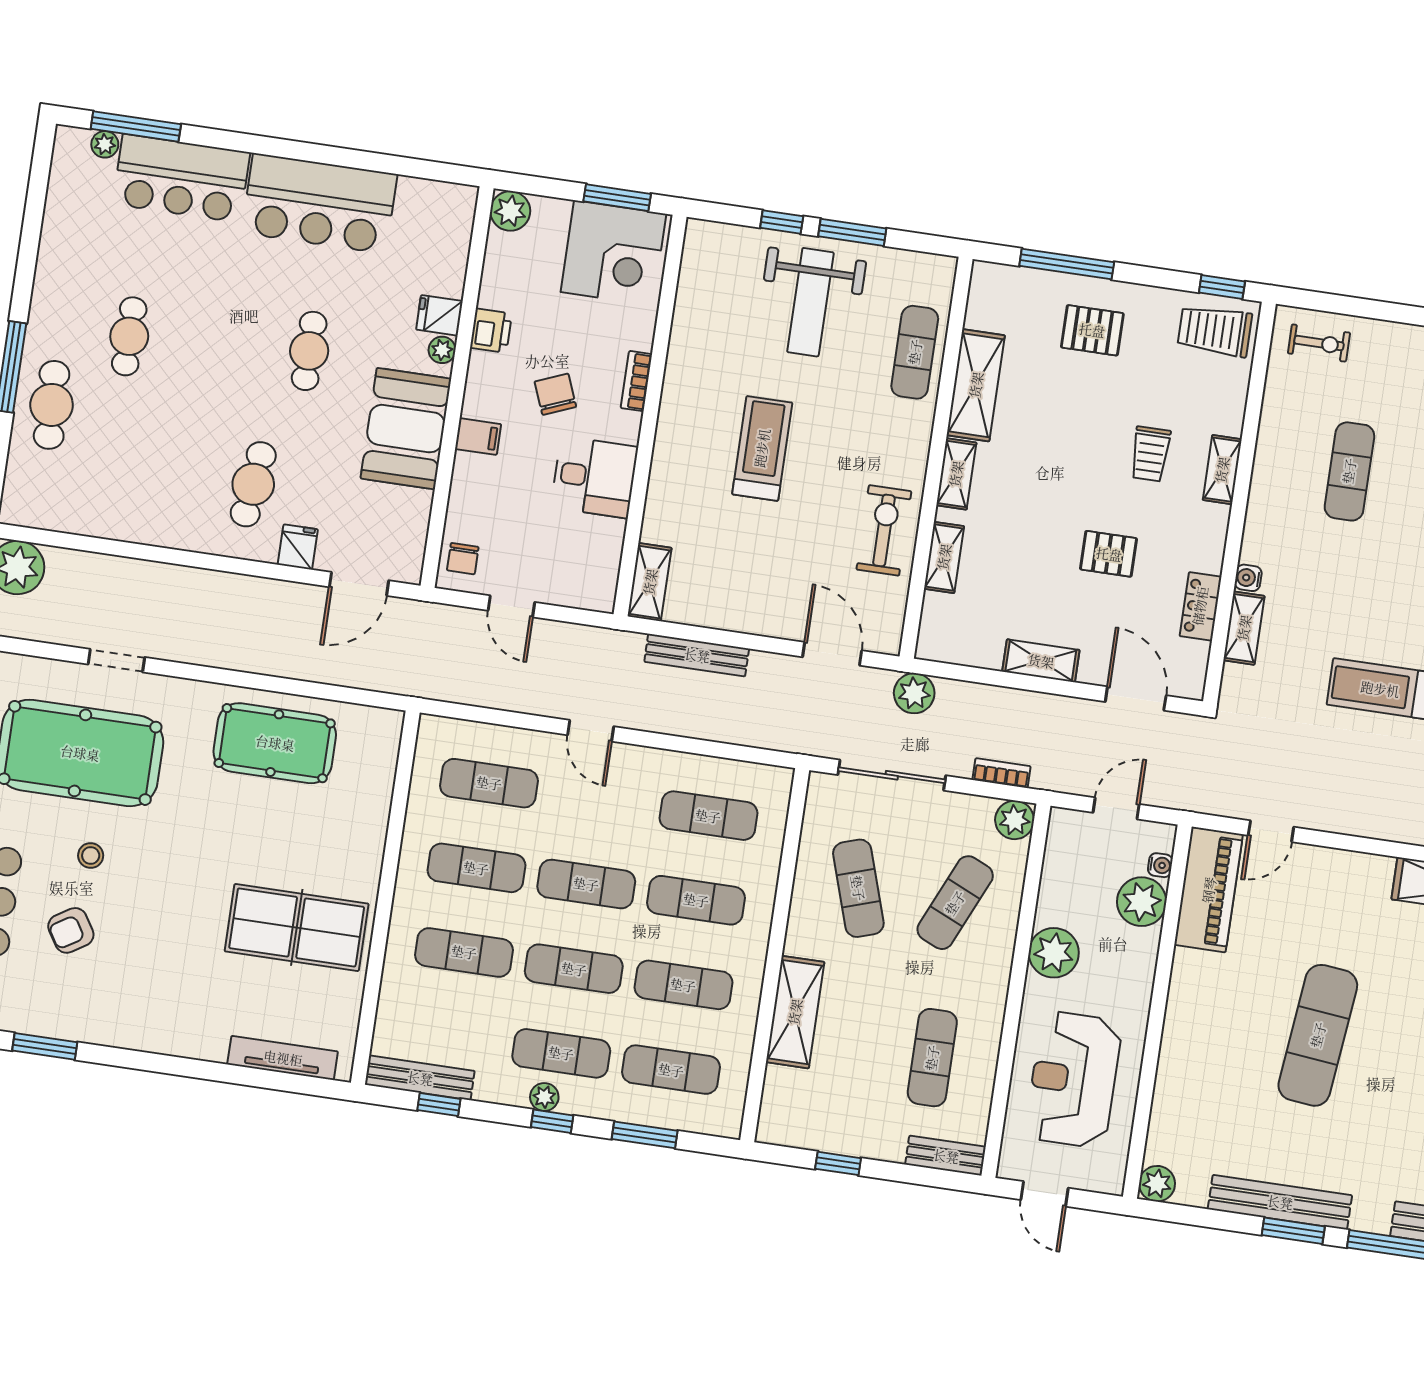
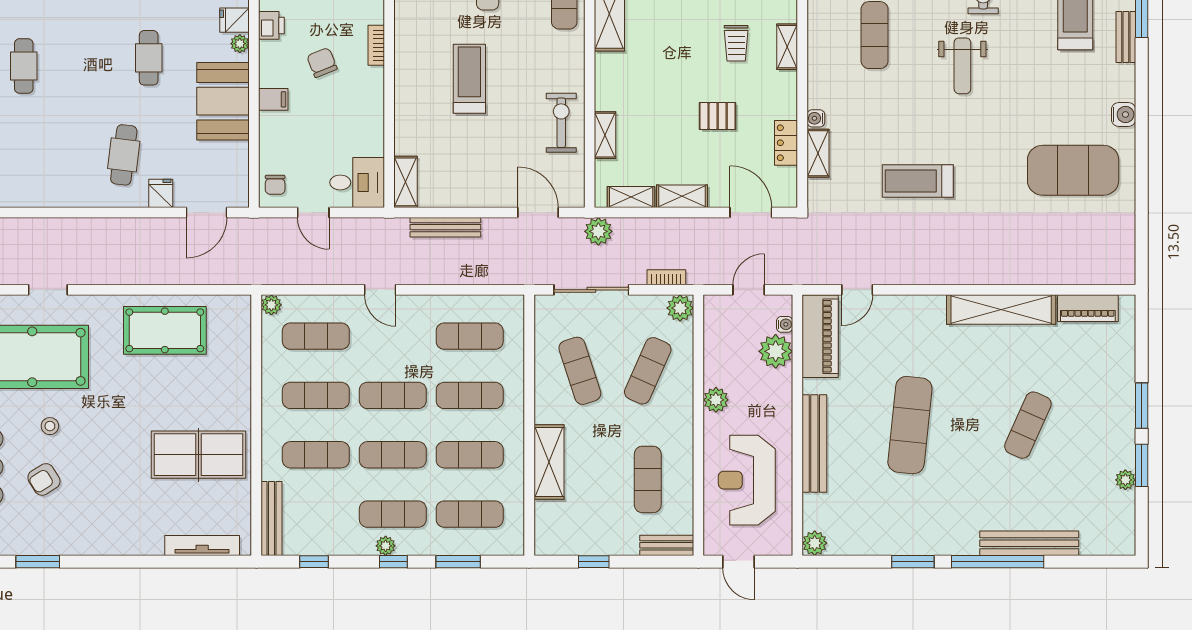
shelving: (956, 474) -> (631, 197), moved, turned 90
desk: (594, 477) -> (357, 182), moved
plant: (432, 729) -> (271, 305), added
plant: (1054, 953) -> (716, 400), width x0.73, depth x0.73
bench: (420, 1078) -> (271, 519), moved, turned 90
bench: (1280, 1202) -> (814, 443), moved, turned 90

